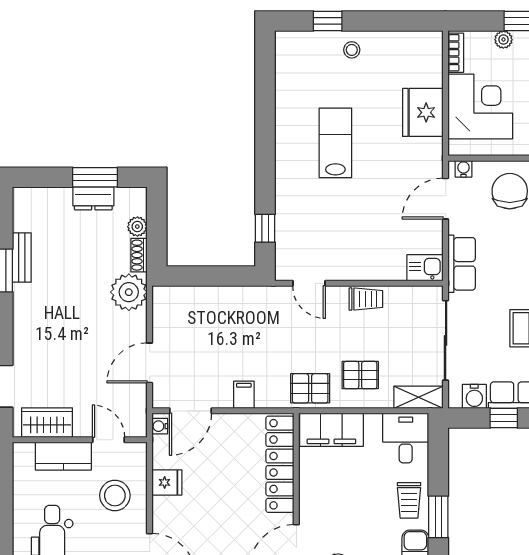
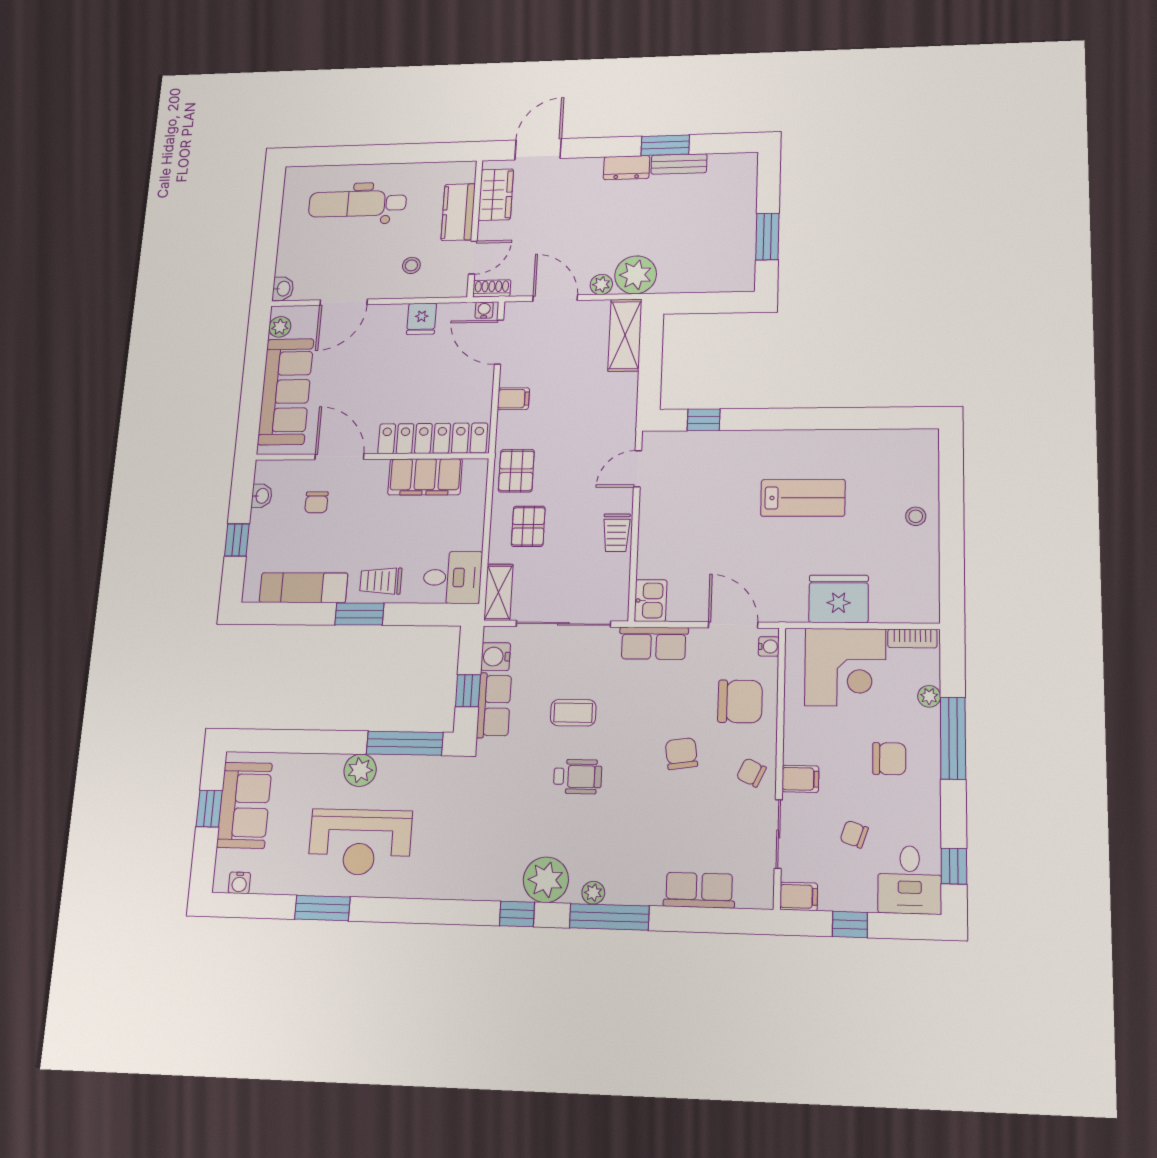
window: (328, 21) -> (951, 488), removed
dresser: (93, 198) -> (627, 168), moved, turned -90
plant: (137, 227) -> (601, 284), moved
shoe rack: (139, 255) -> (492, 288), moved
shelving: (186, 299) -> (625, 335), added
filing cabinet: (331, 430) -> (425, 477), moved, turned -90
stool: (115, 495) -> (411, 265), width x0.53, depth x0.53

